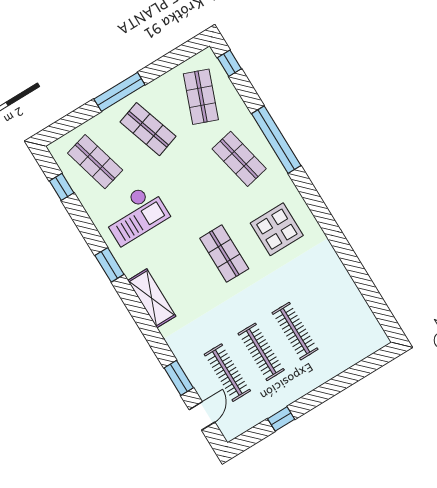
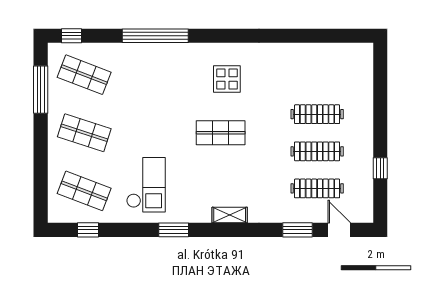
window: (119, 92) -> (41, 90), moved
shop shelf: (148, 129) -> (84, 133), turned 36
shop shelf: (239, 159) -> (152, 75), removed
shop shelf: (95, 162) -> (84, 191), turned 36
display table: (277, 229) -> (227, 79), width x0.73, depth x0.73
shelving: (152, 298) -> (230, 215), width x0.67, depth x0.75

